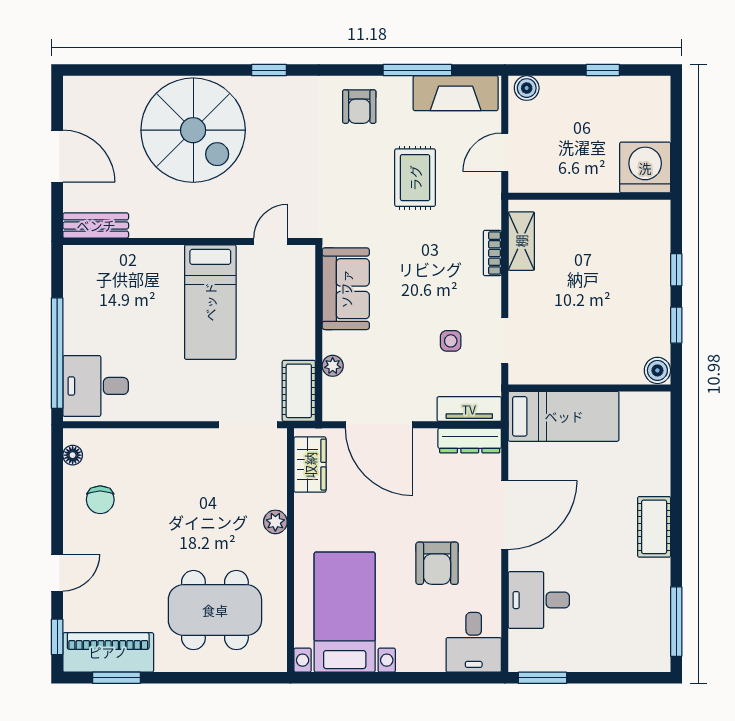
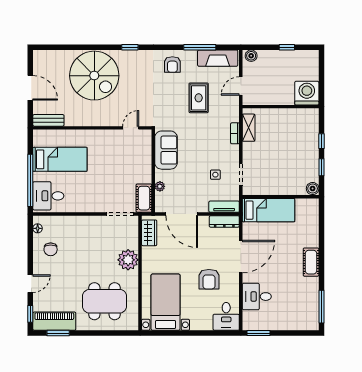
bed: (210, 302) -> (60, 159), moved, turned -90
plant: (275, 522) -> (128, 260), width x1.87, depth x1.87

